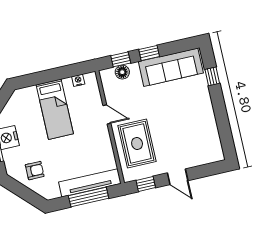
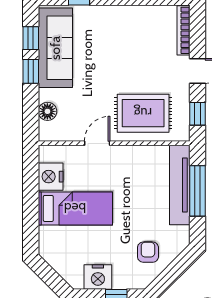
window: (121, 59) -> (31, 38), moved
nightstand: (78, 80) -> (51, 177), width x1.89, depth x1.79
bookcase: (205, 160) -> (184, 30), added

